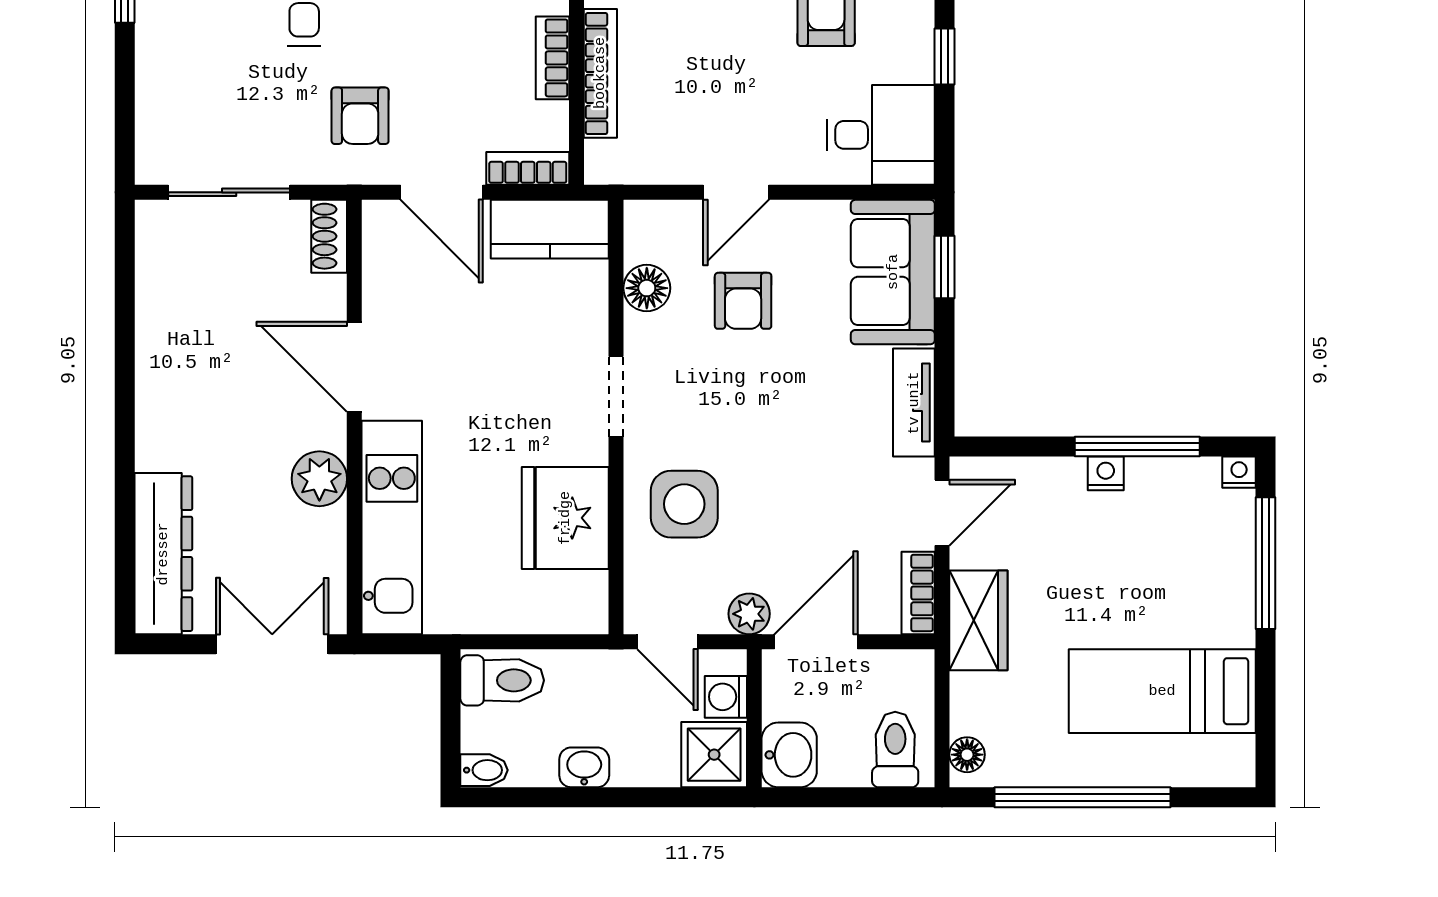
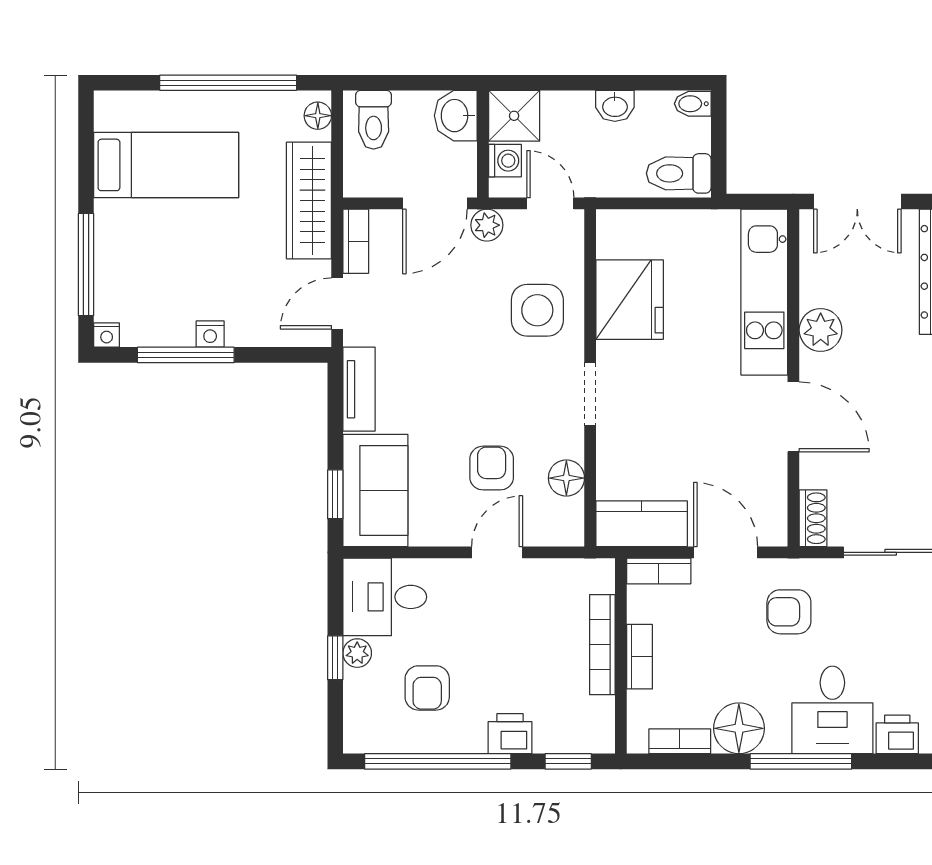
plant: (916, 63) -> (357, 653), added
armchair: (360, 116) -> (789, 612), turned -90
wardrobe: (978, 620) -> (309, 201), width x1.50

